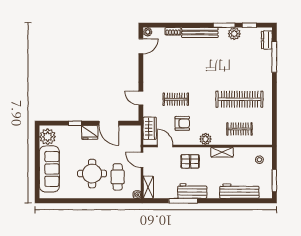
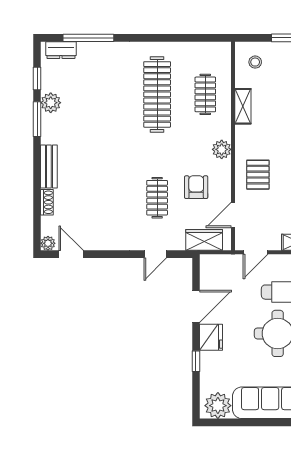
bench: (200, 33) -> (49, 166), width x0.73
shelving: (222, 152) -> (243, 106), moved

